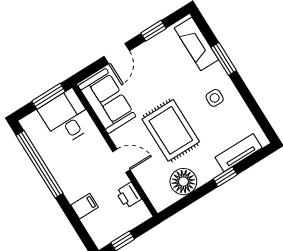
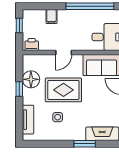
side table: (215, 98) -> (58, 117), moved
window: (225, 177) -> (19, 89), moved
printer: (129, 195) -> (32, 44), moved

